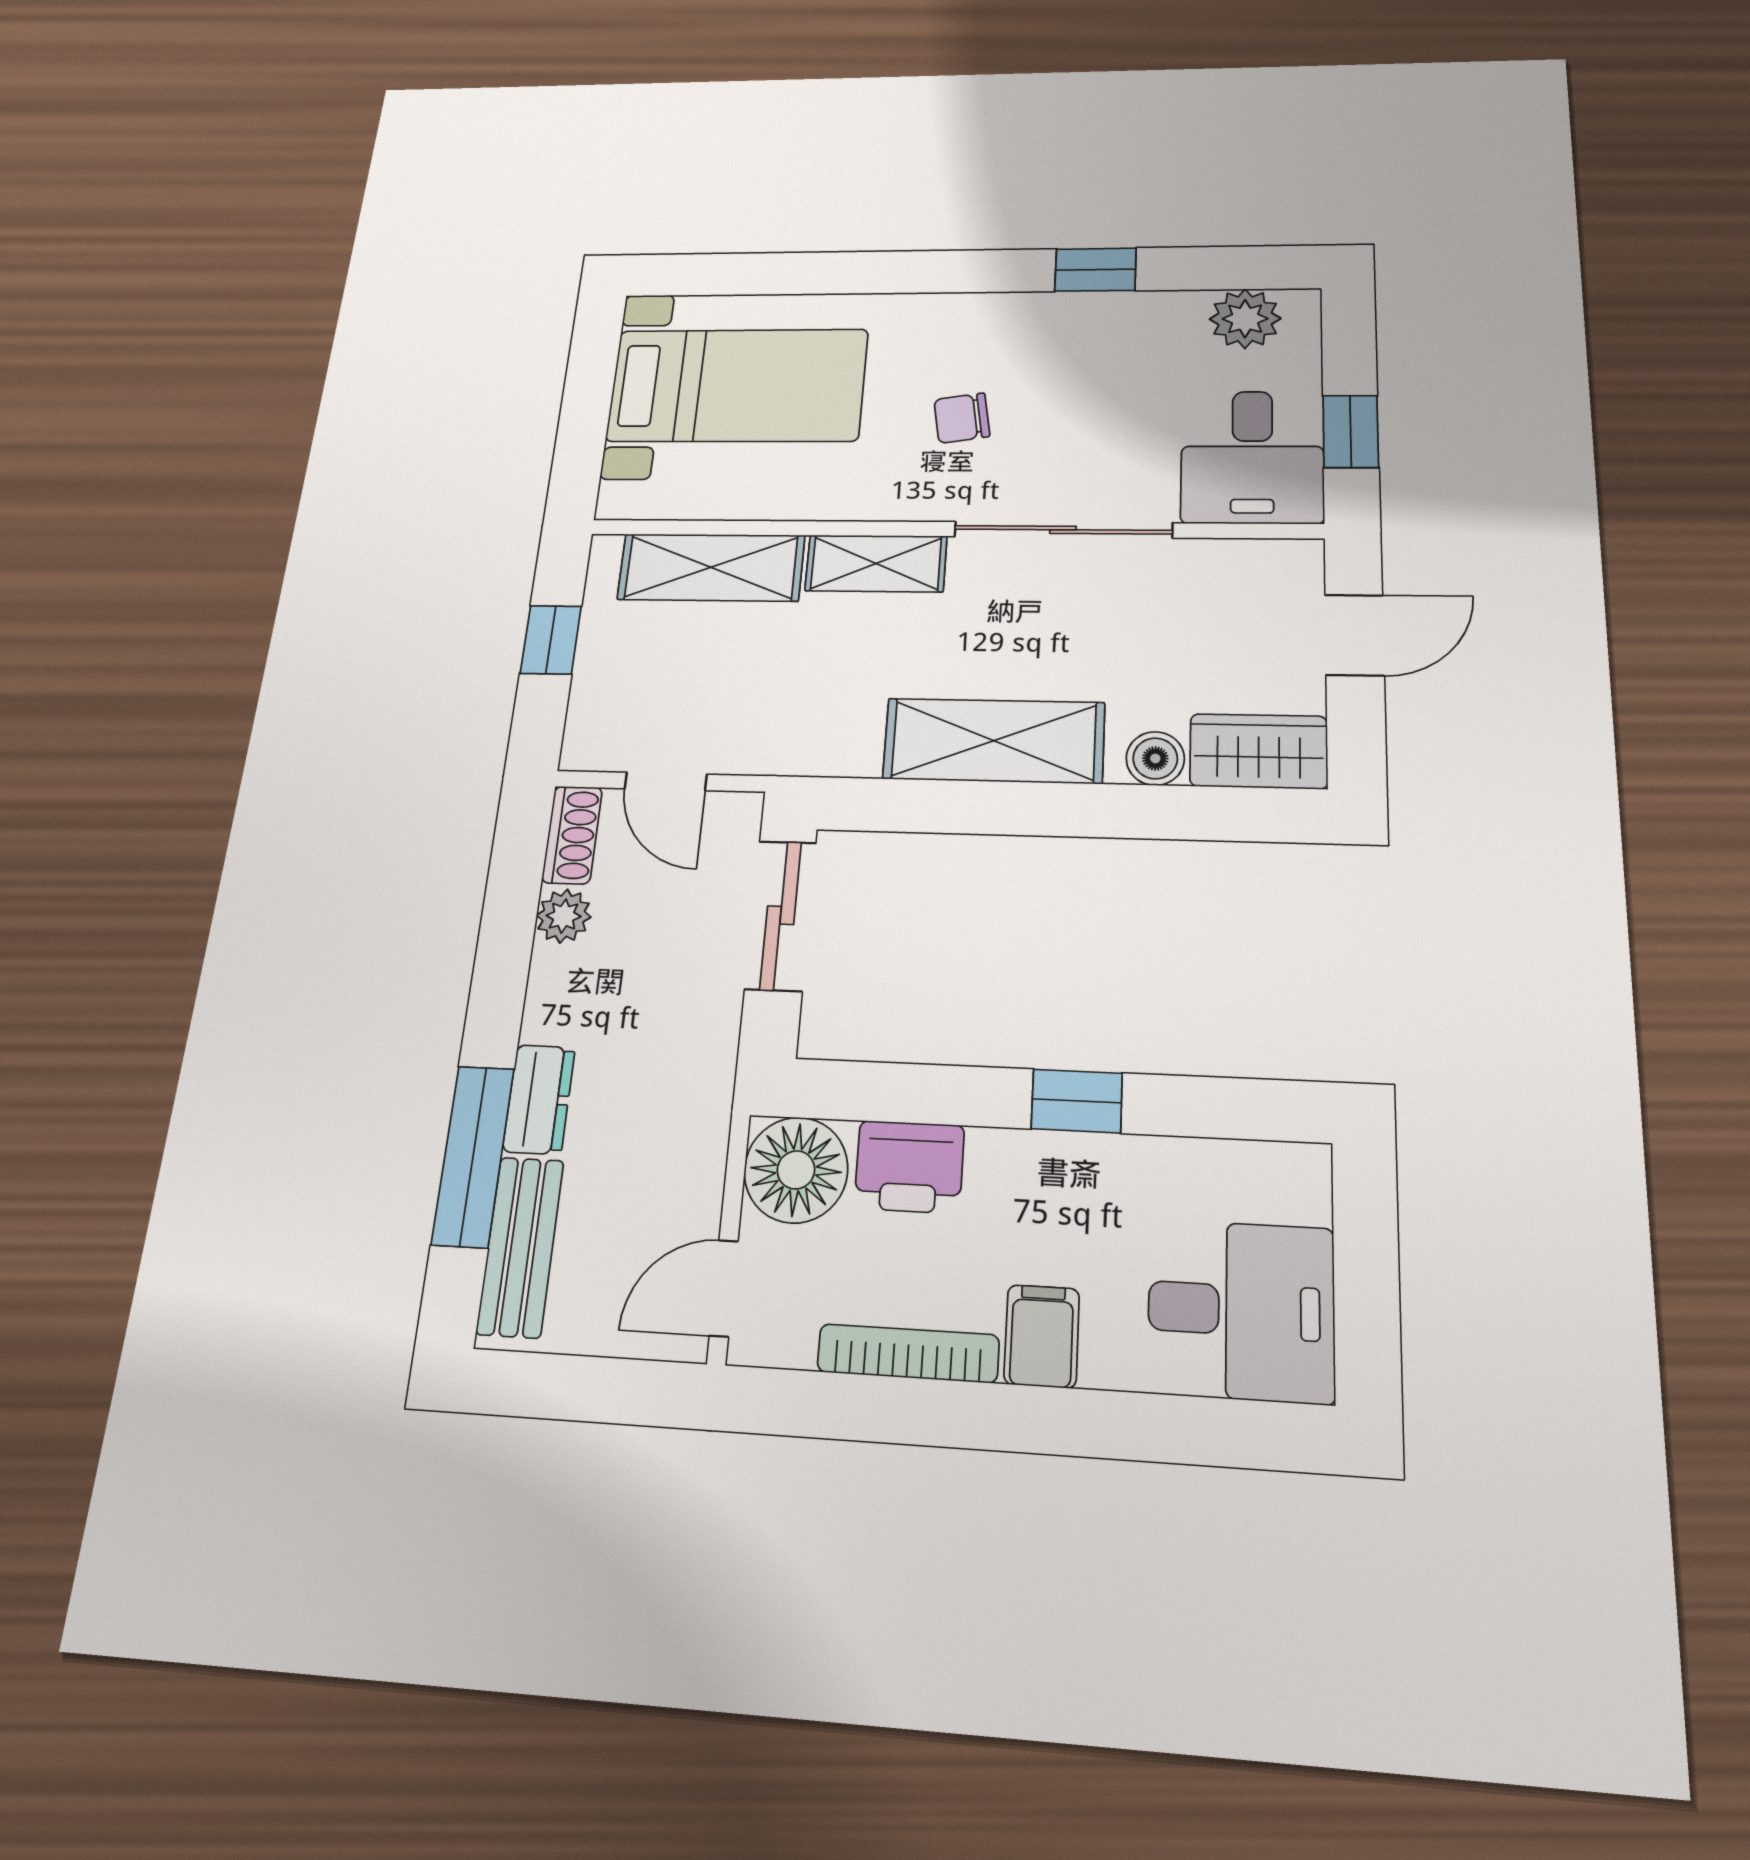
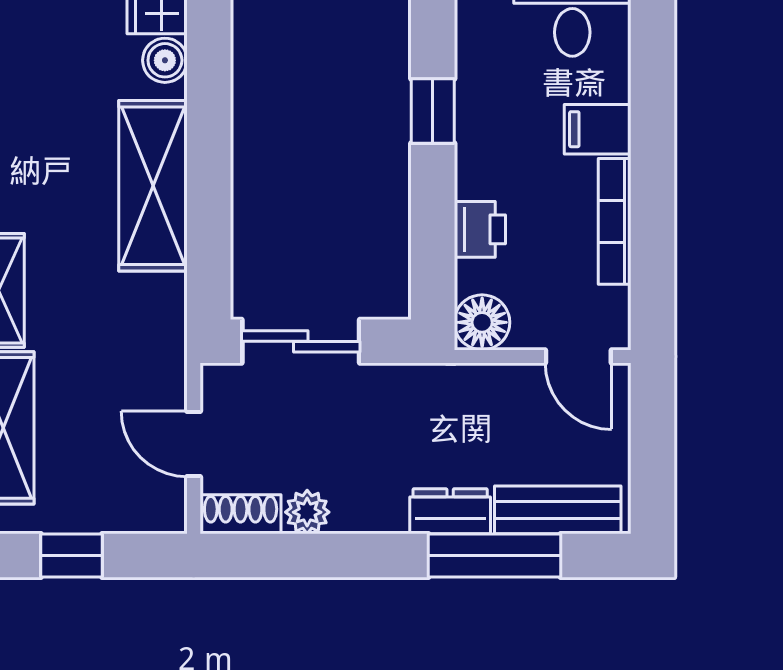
door: (666, 781) -> (194, 444), swing flipped
printer: (909, 1167) -> (480, 229), width x0.73, depth x0.81
floor lamp: (796, 1170) -> (482, 322), width x0.73, depth x0.73

